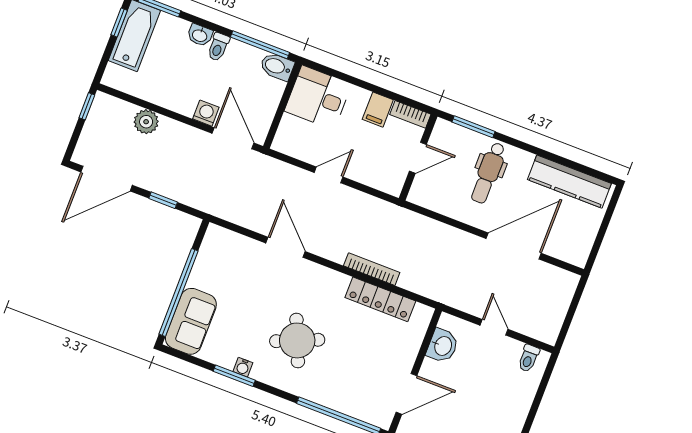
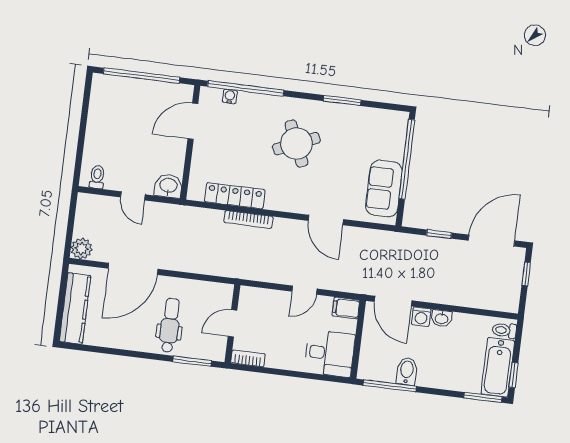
washbasin: (200, 35) -> (442, 318), moved, turned 180
toilet: (218, 47) -> (504, 330), moved, turned -90
bidet: (277, 67) -> (407, 371), moved, turned -90
window: (87, 106) -> (526, 274), moved
filing cabinet: (378, 110) -> (346, 308), moved, turned -90
plant: (146, 122) -> (82, 249), moved
kitchen counter: (569, 182) -> (75, 308), moved, turned 90
sofa: (191, 321) -> (384, 188), moved
washbasin: (442, 346) -> (168, 186), moved, turned 90
water cooler: (243, 367) -> (230, 96), moved

